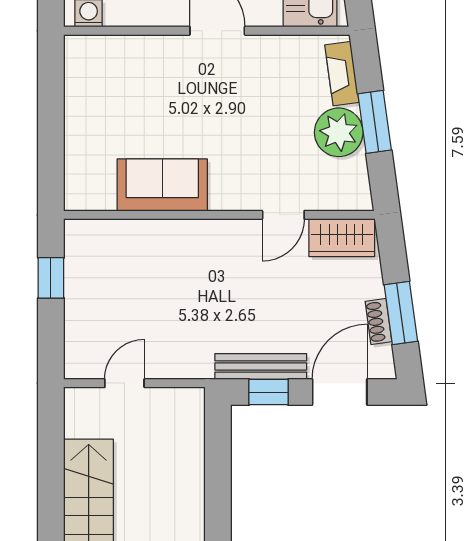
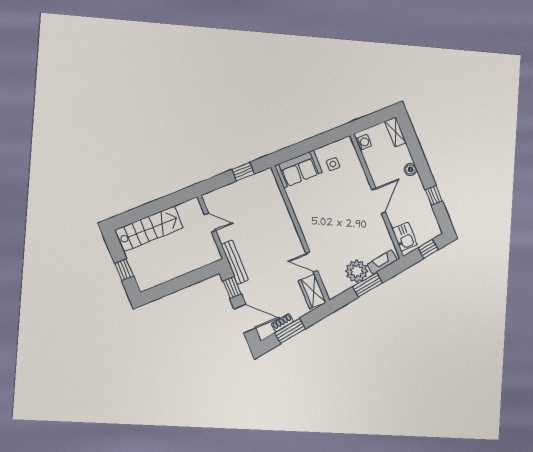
side table: (107, 93) -> (333, 164), added
sofa: (162, 185) -> (298, 169), moved, turned 90
bench: (261, 366) -> (235, 262), moved

